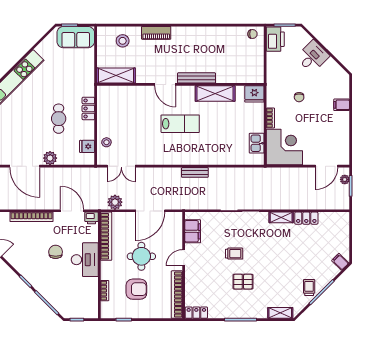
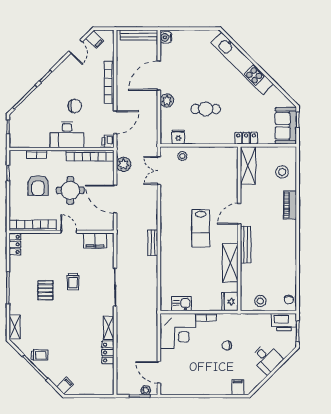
stool: (254, 63) -> (260, 301), added
filing cabinet: (342, 105) -> (238, 387), moved
locker: (88, 108) -> (246, 138), moved

